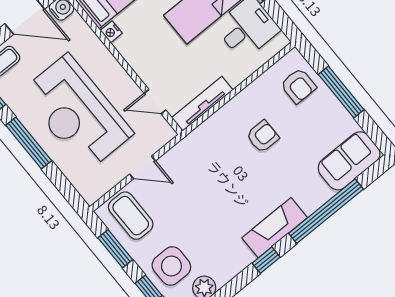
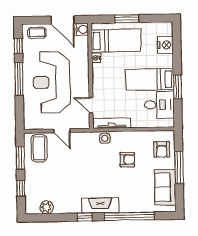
sofa: (349, 161) -> (165, 187), moved, turned -90
side table: (171, 266) -> (105, 138), moved, width x0.54, depth x0.54

